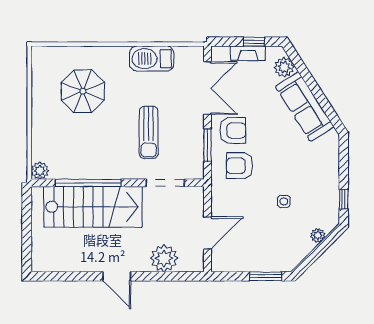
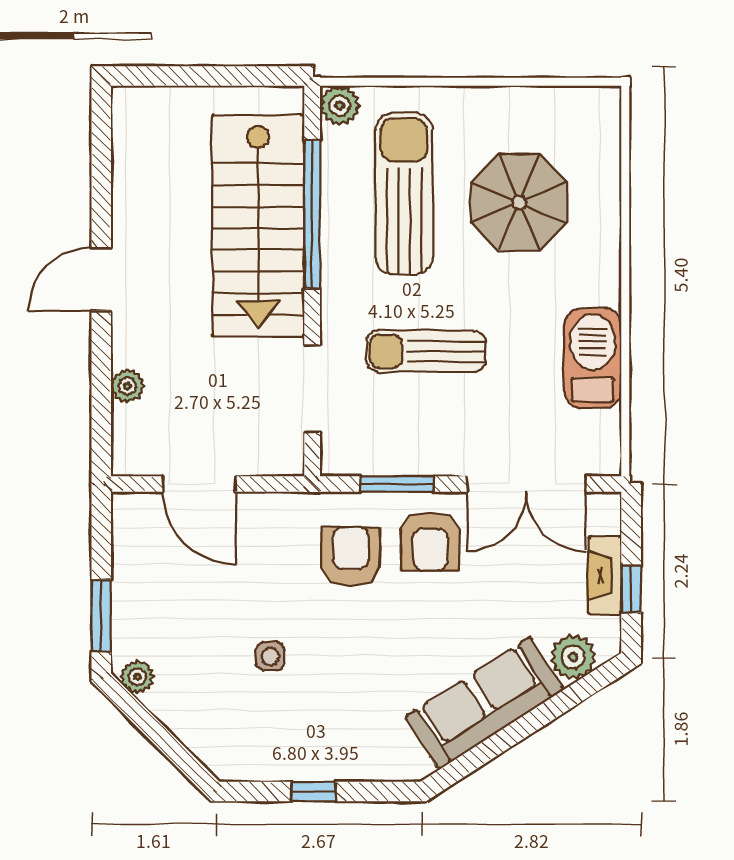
sun lounger: (79, 142) -> (404, 194), added
window: (344, 199) -> (313, 791), moved
plant: (318, 235) -> (137, 677), moved
plant: (164, 258) -> (127, 386), width x0.53, depth x0.53

